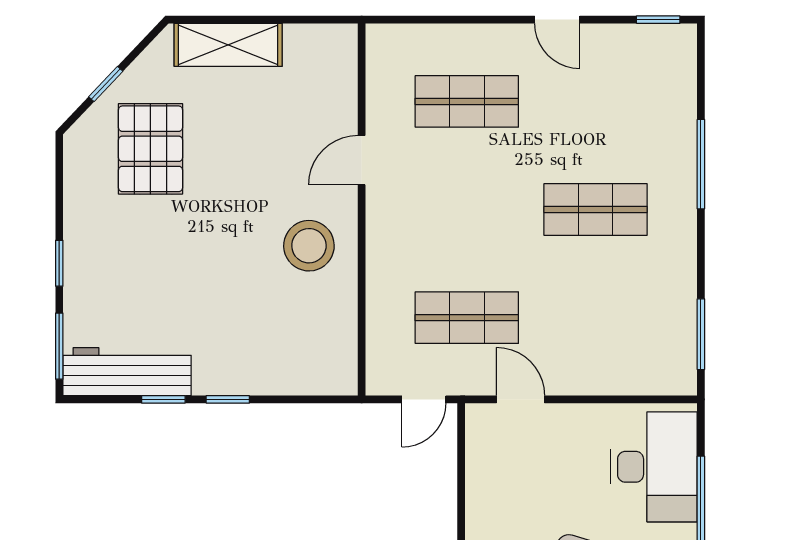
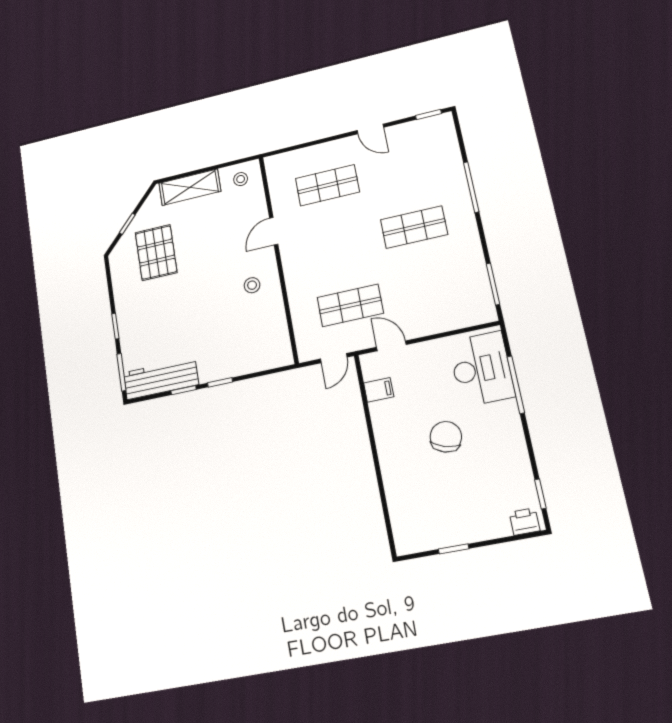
stool: (320, 53) -> (241, 179), added
stool: (309, 246) -> (252, 285), width x0.53, depth x0.53
filing cabinet: (487, 467) -> (379, 390), added

